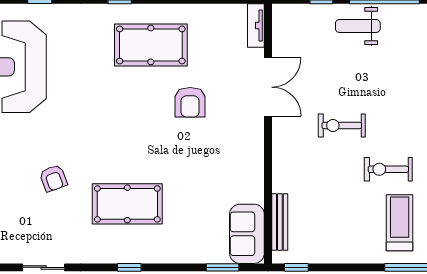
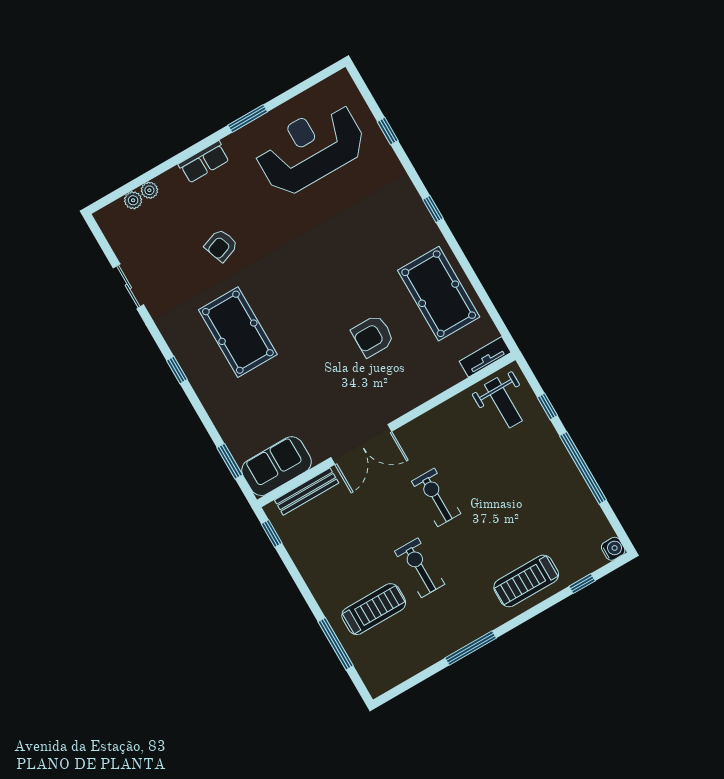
weight bench: (358, 26) -> (503, 403), moved, turned 180
pool table: (151, 45) -> (439, 294), moved
double door: (268, 87) -> (361, 444), moved

